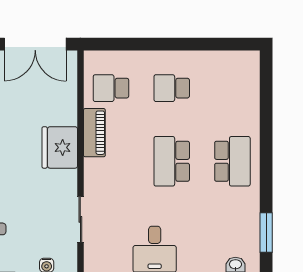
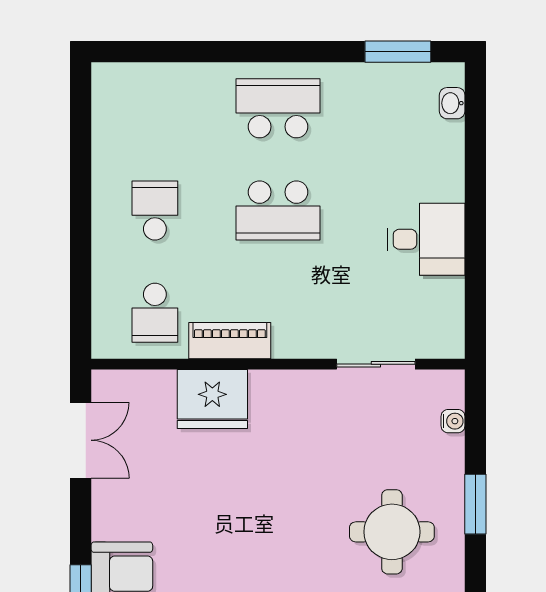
double door: (35, 44) -> (81, 440), width x0.73
school desk: (172, 88) -> (155, 211), turned 180
fridge: (60, 147) -> (212, 399), moved

